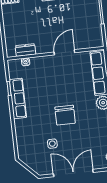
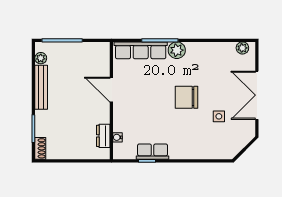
row of seats: (18, 99) -> (153, 152), width x0.68
chair: (65, 115) -> (186, 97), turned 180

